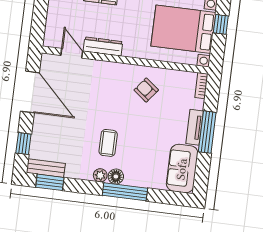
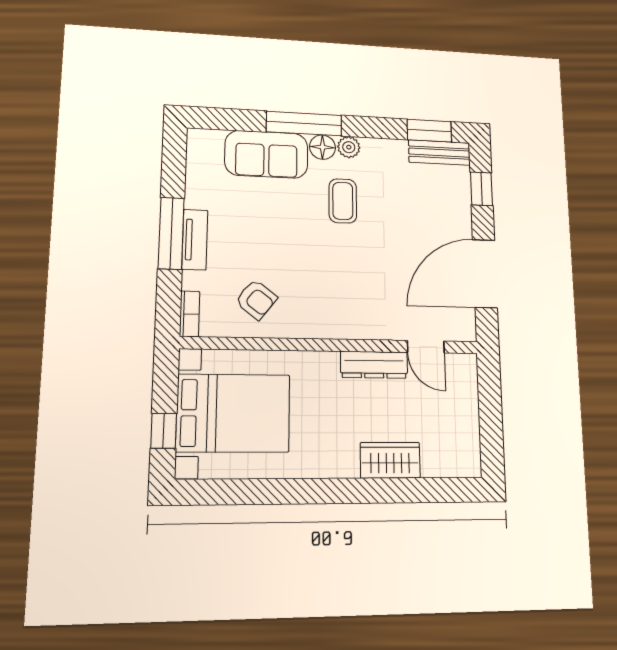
armchair: (146, 90) -> (256, 299), moved
door: (30, 92) -> (485, 274), hinge flipped
sofa: (182, 169) -> (266, 154), moved, turned 90

